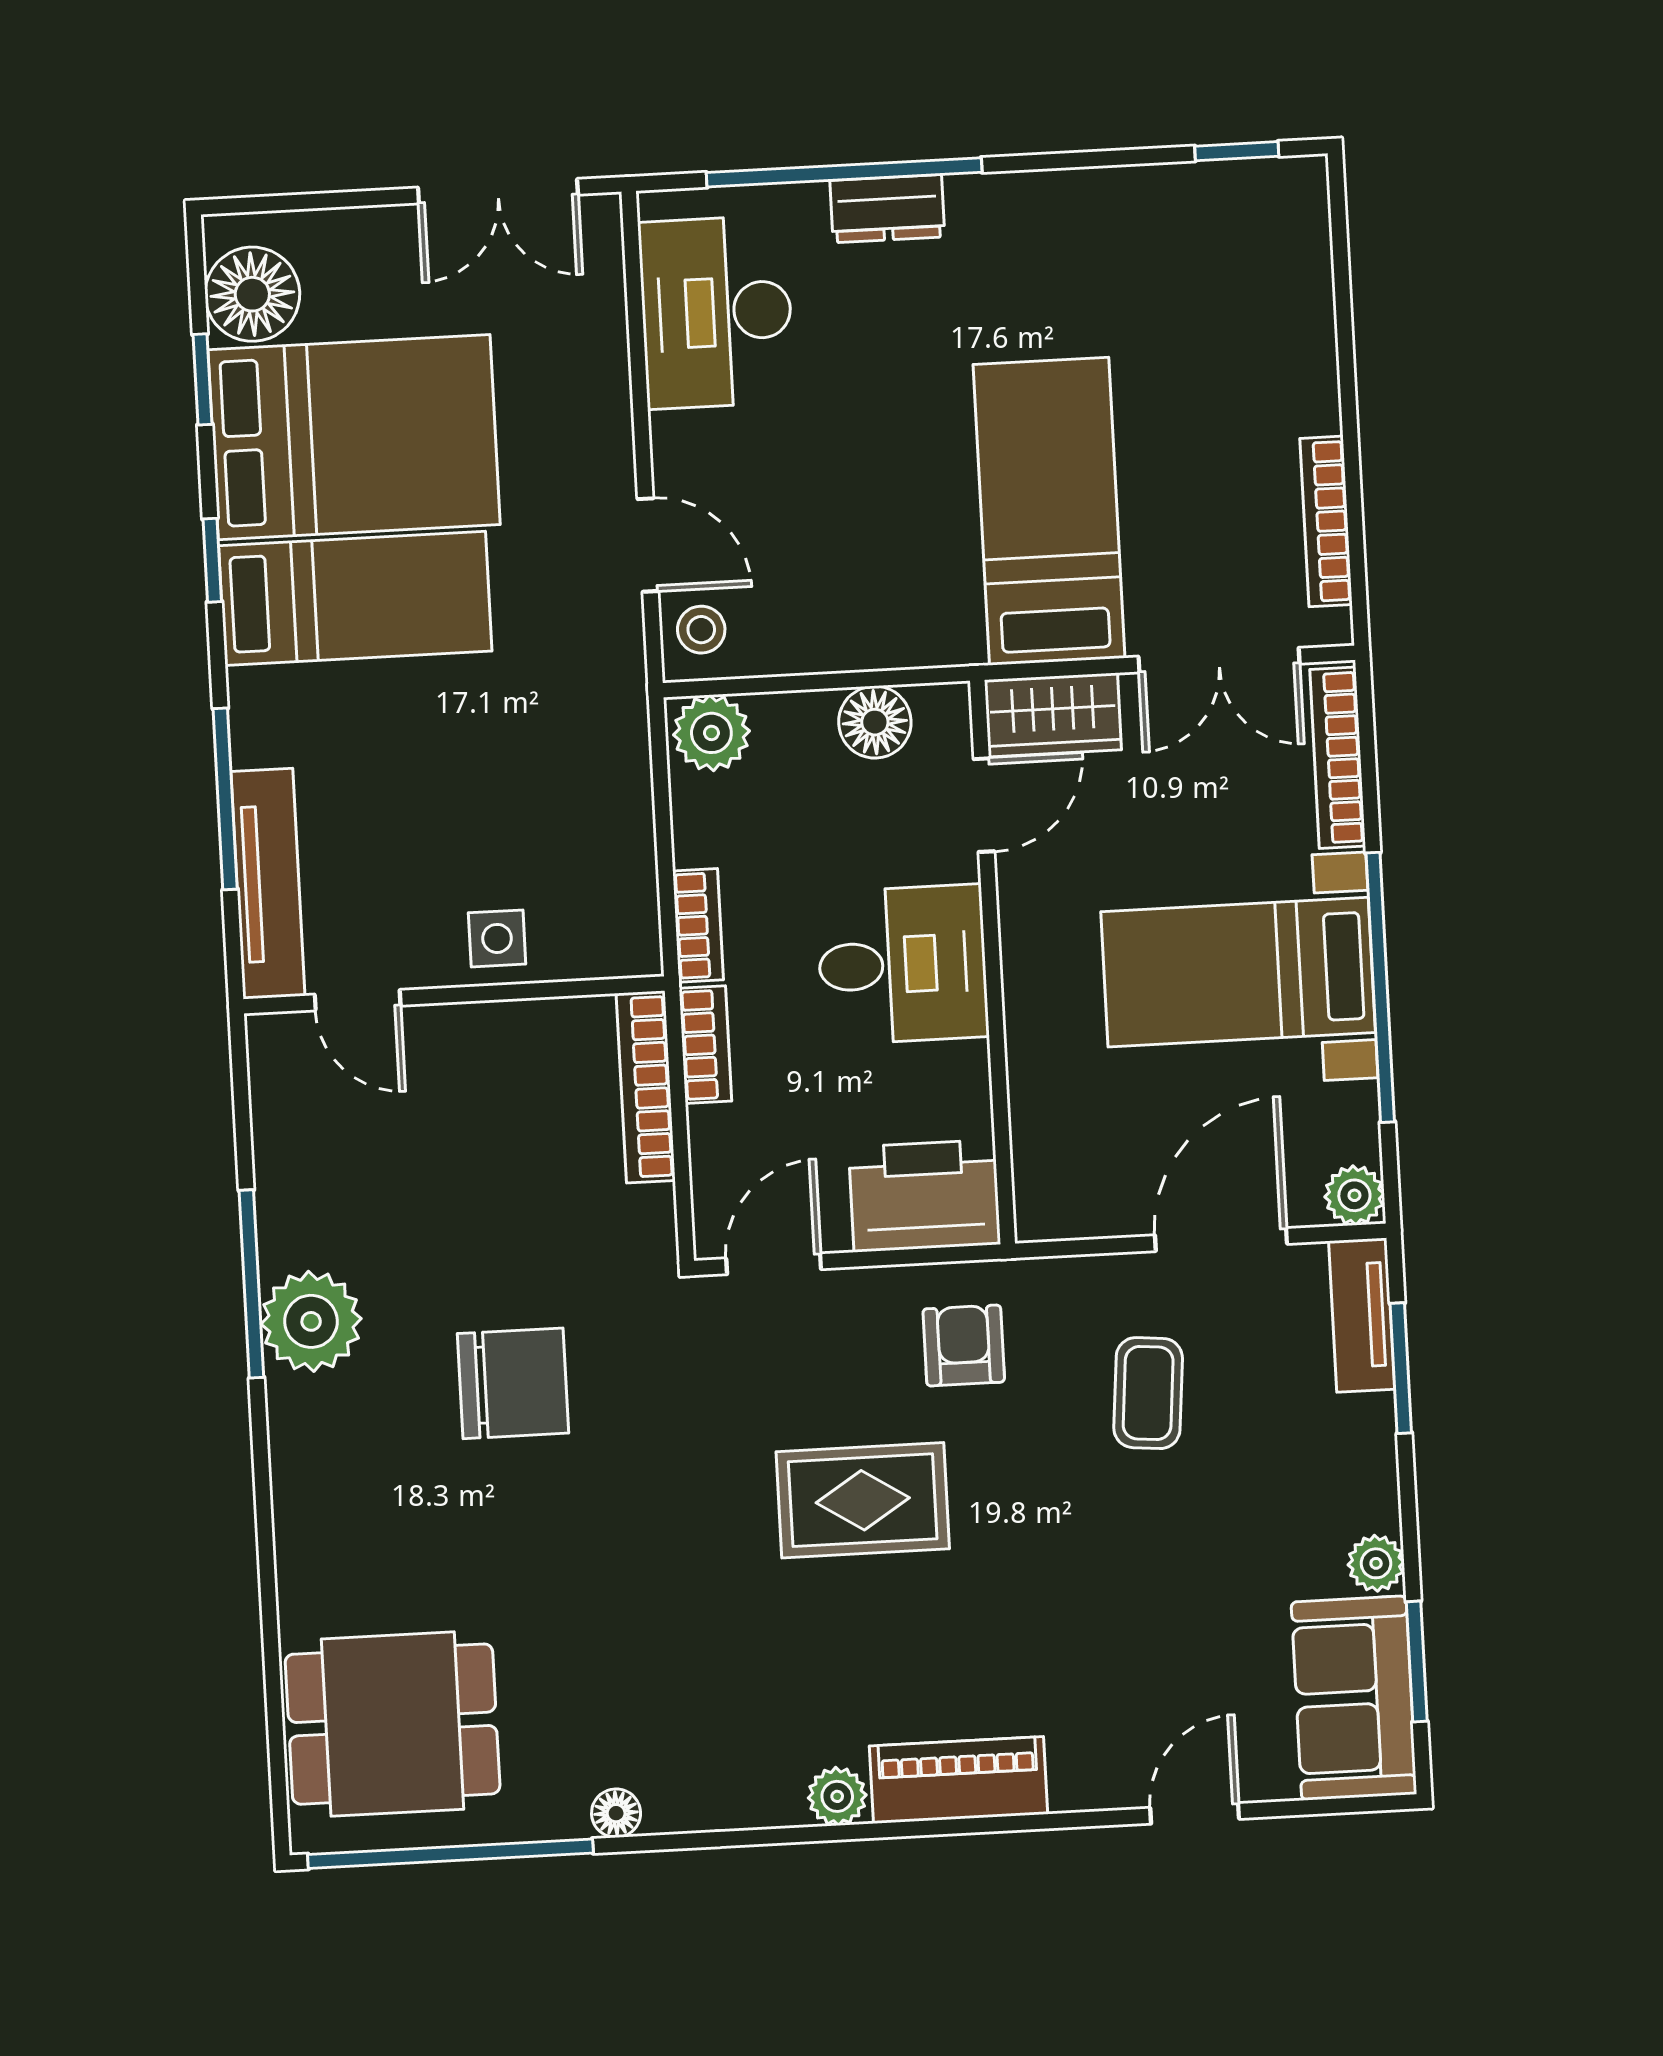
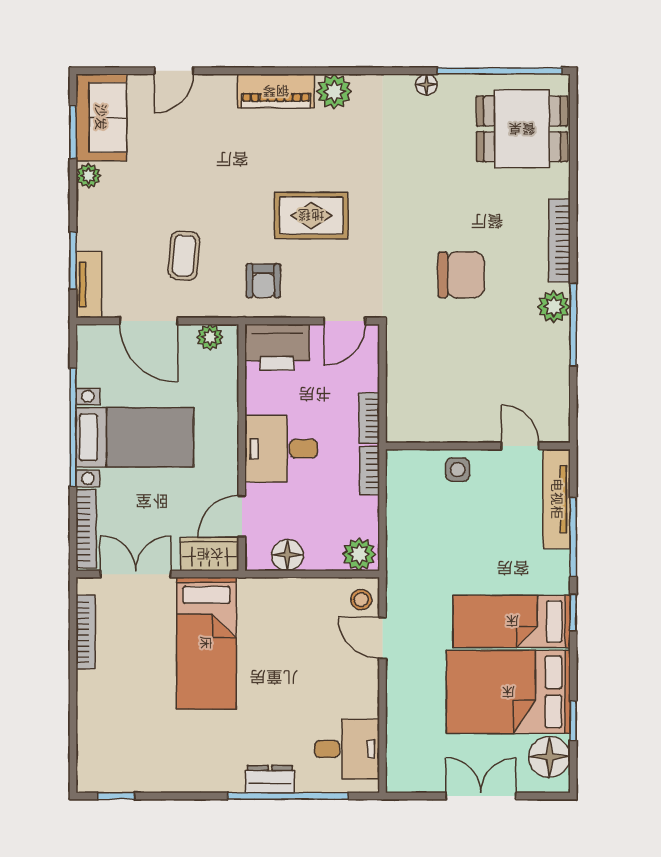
double door: (498, 191) -> (481, 796), moved
desk: (716, 312) -> (347, 749), width x0.73
window: (212, 560) -> (573, 613), moved
bookcase: (646, 1087) -> (559, 241), moved, turned 180
plant: (1354, 1195) -> (210, 337), moved
door: (1221, 1240) -> (149, 321), hinge flipped
plant: (311, 1321) -> (554, 307), width x0.73, depth x0.73
chair: (513, 1383) -> (461, 275), turned 180
plant: (837, 1796) -> (334, 92), width x1.38, depth x1.38

